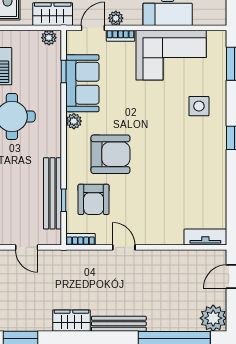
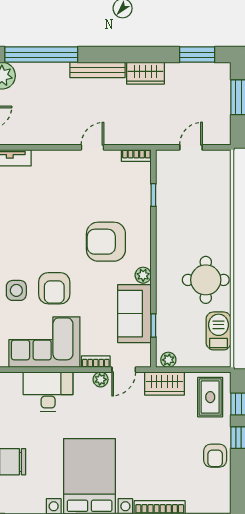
bench: (53, 193) -> (165, 202), removed
armchair: (94, 199) -> (54, 288), moved, turned 180
door: (27, 247) -> (191, 147), hinge flipped
door: (124, 247) -> (92, 147), swing flipped

